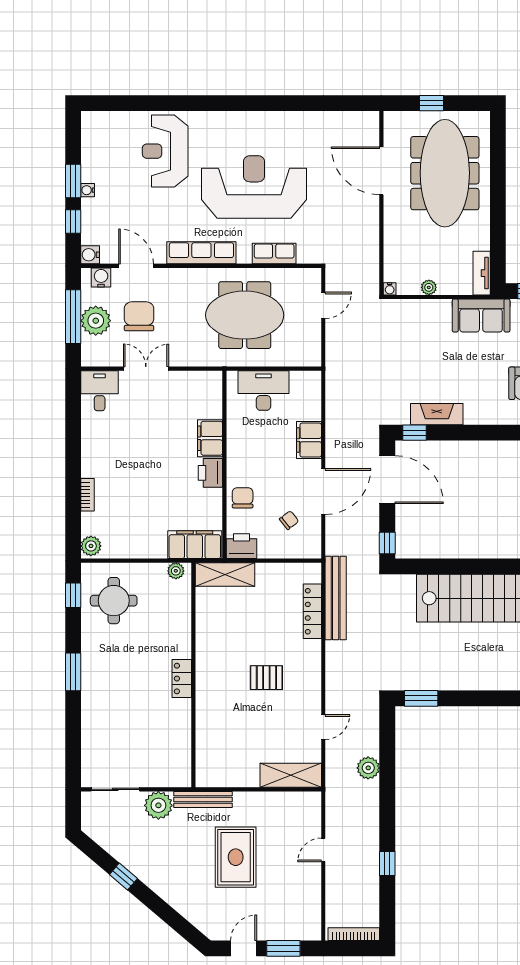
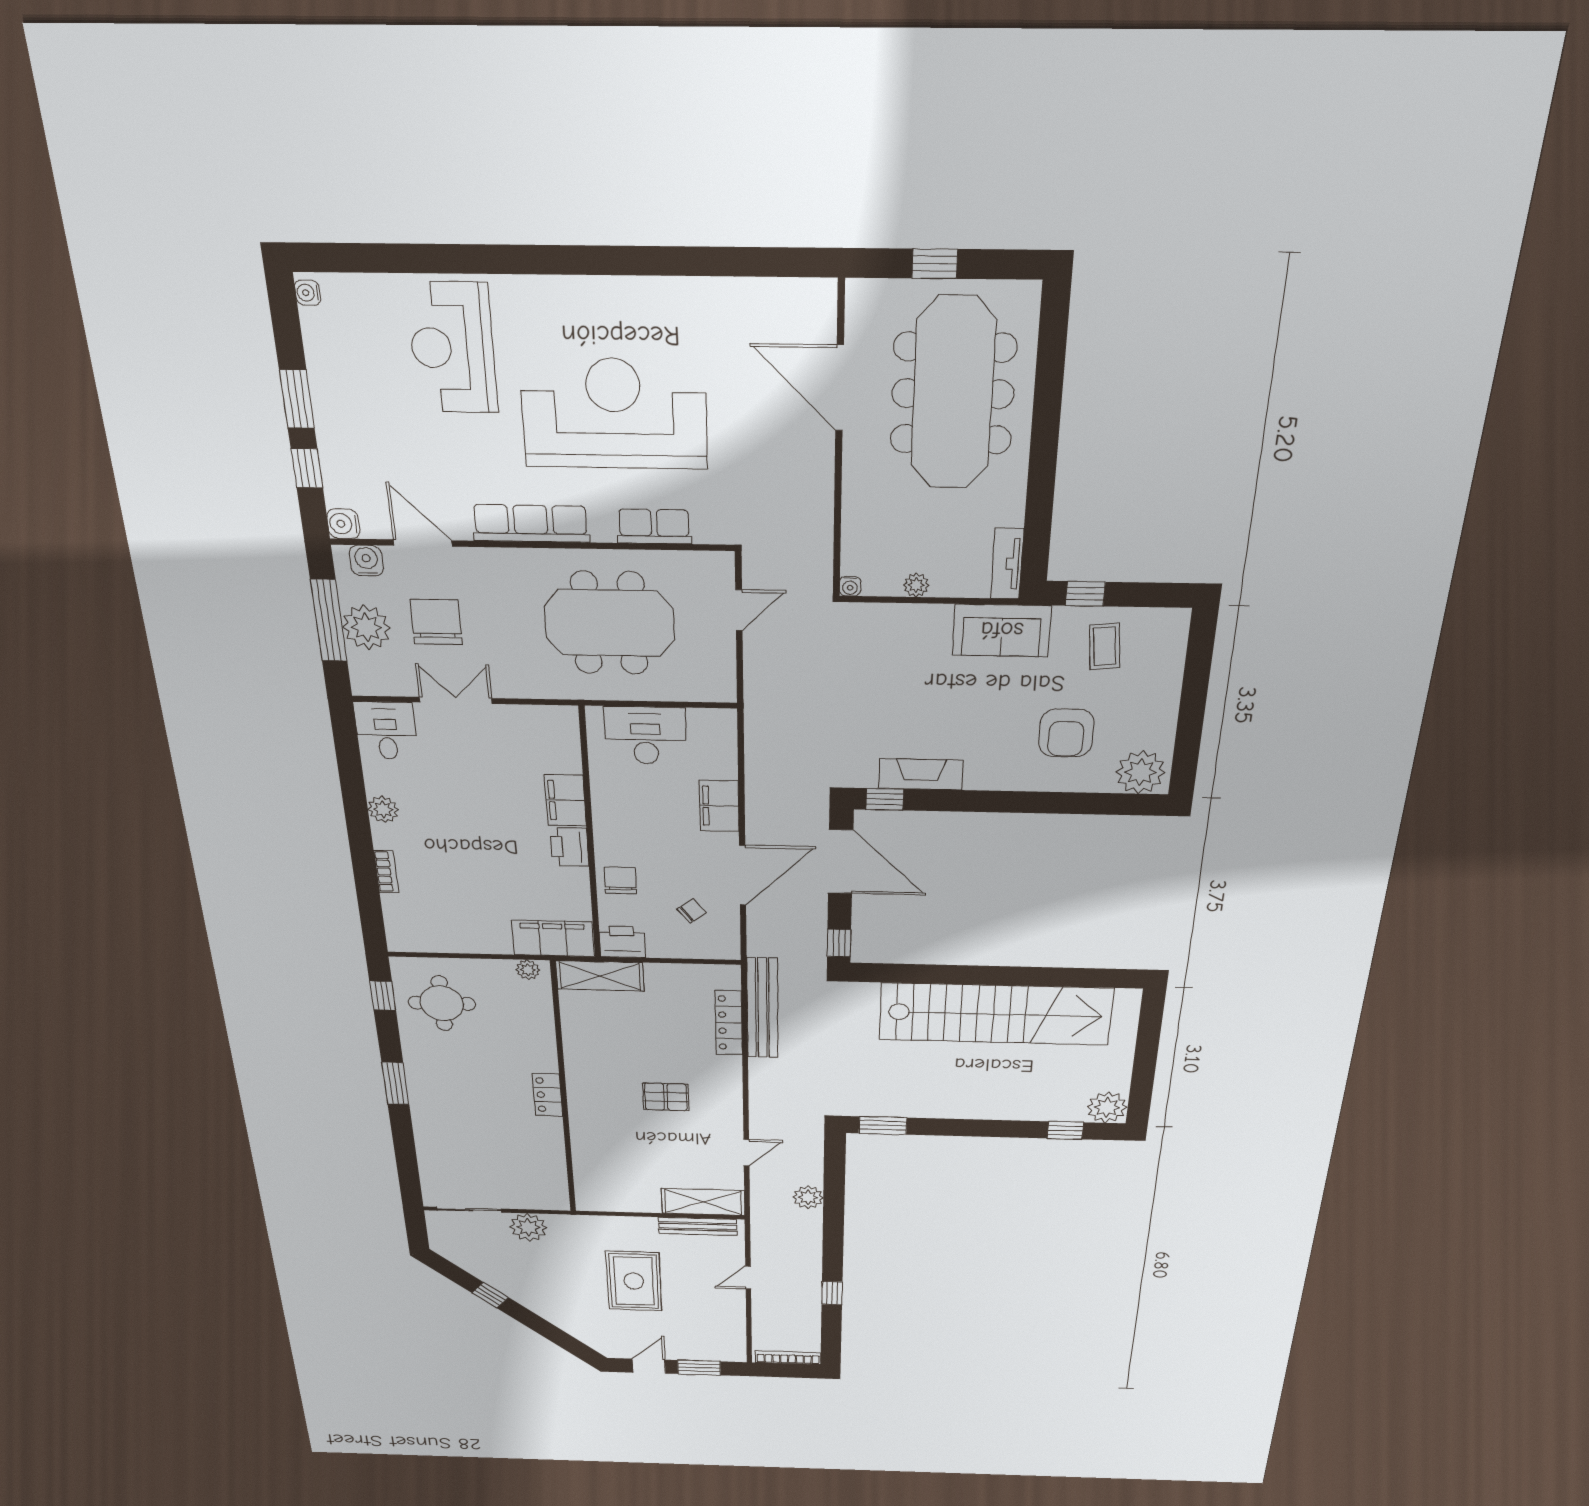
water cooler: (88, 190) -> (308, 293), moved
plant: (91, 546) -> (383, 809), moved
bench: (203, 800) -> (698, 1226), moved

